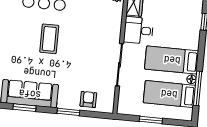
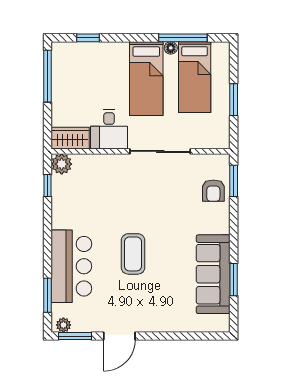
coffee table: (49, 39) -> (133, 254), turned 90
armchair: (88, 99) -> (213, 191), turned -90
window: (68, 112) -> (234, 181), moved

